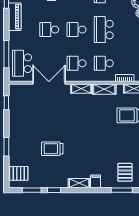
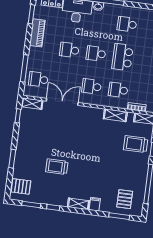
school desk: (22, 63) -> (38, 79), width x0.54
shelving: (81, 89) -> (32, 104), moved

